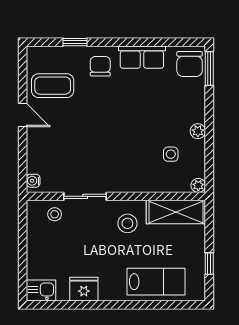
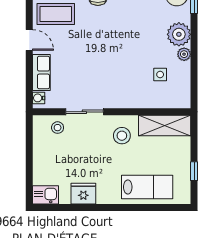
row of seats: (36, 152) -> (41, 73), added
plant: (198, 185) -> (179, 34), moved, width x1.88, depth x1.88

